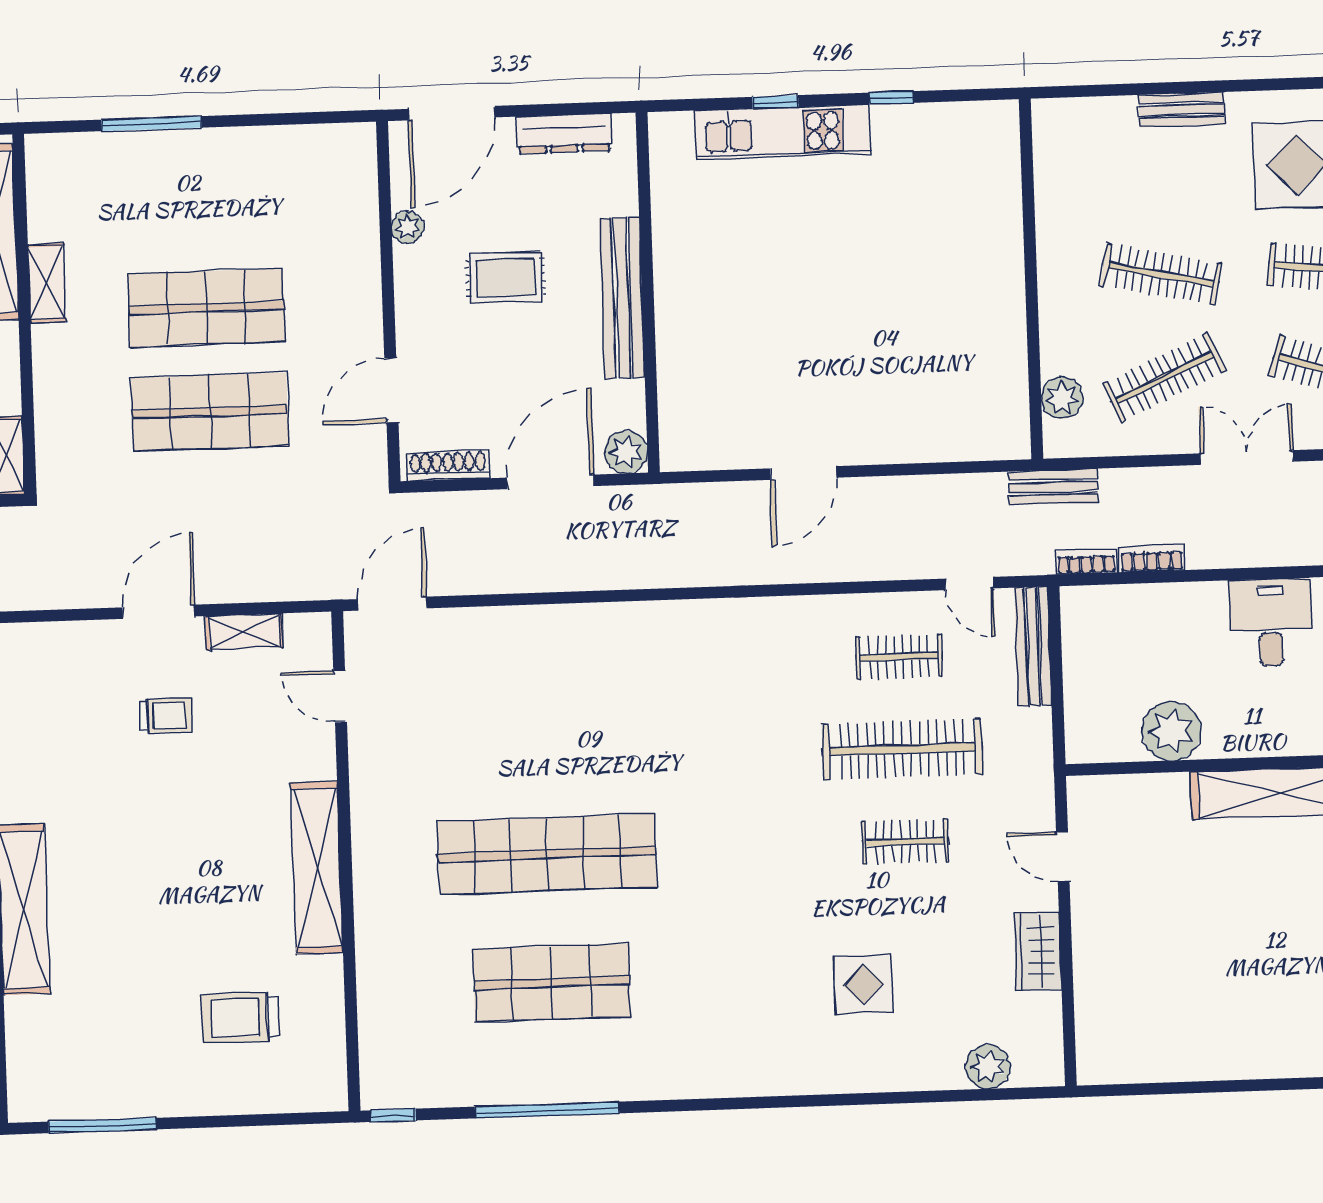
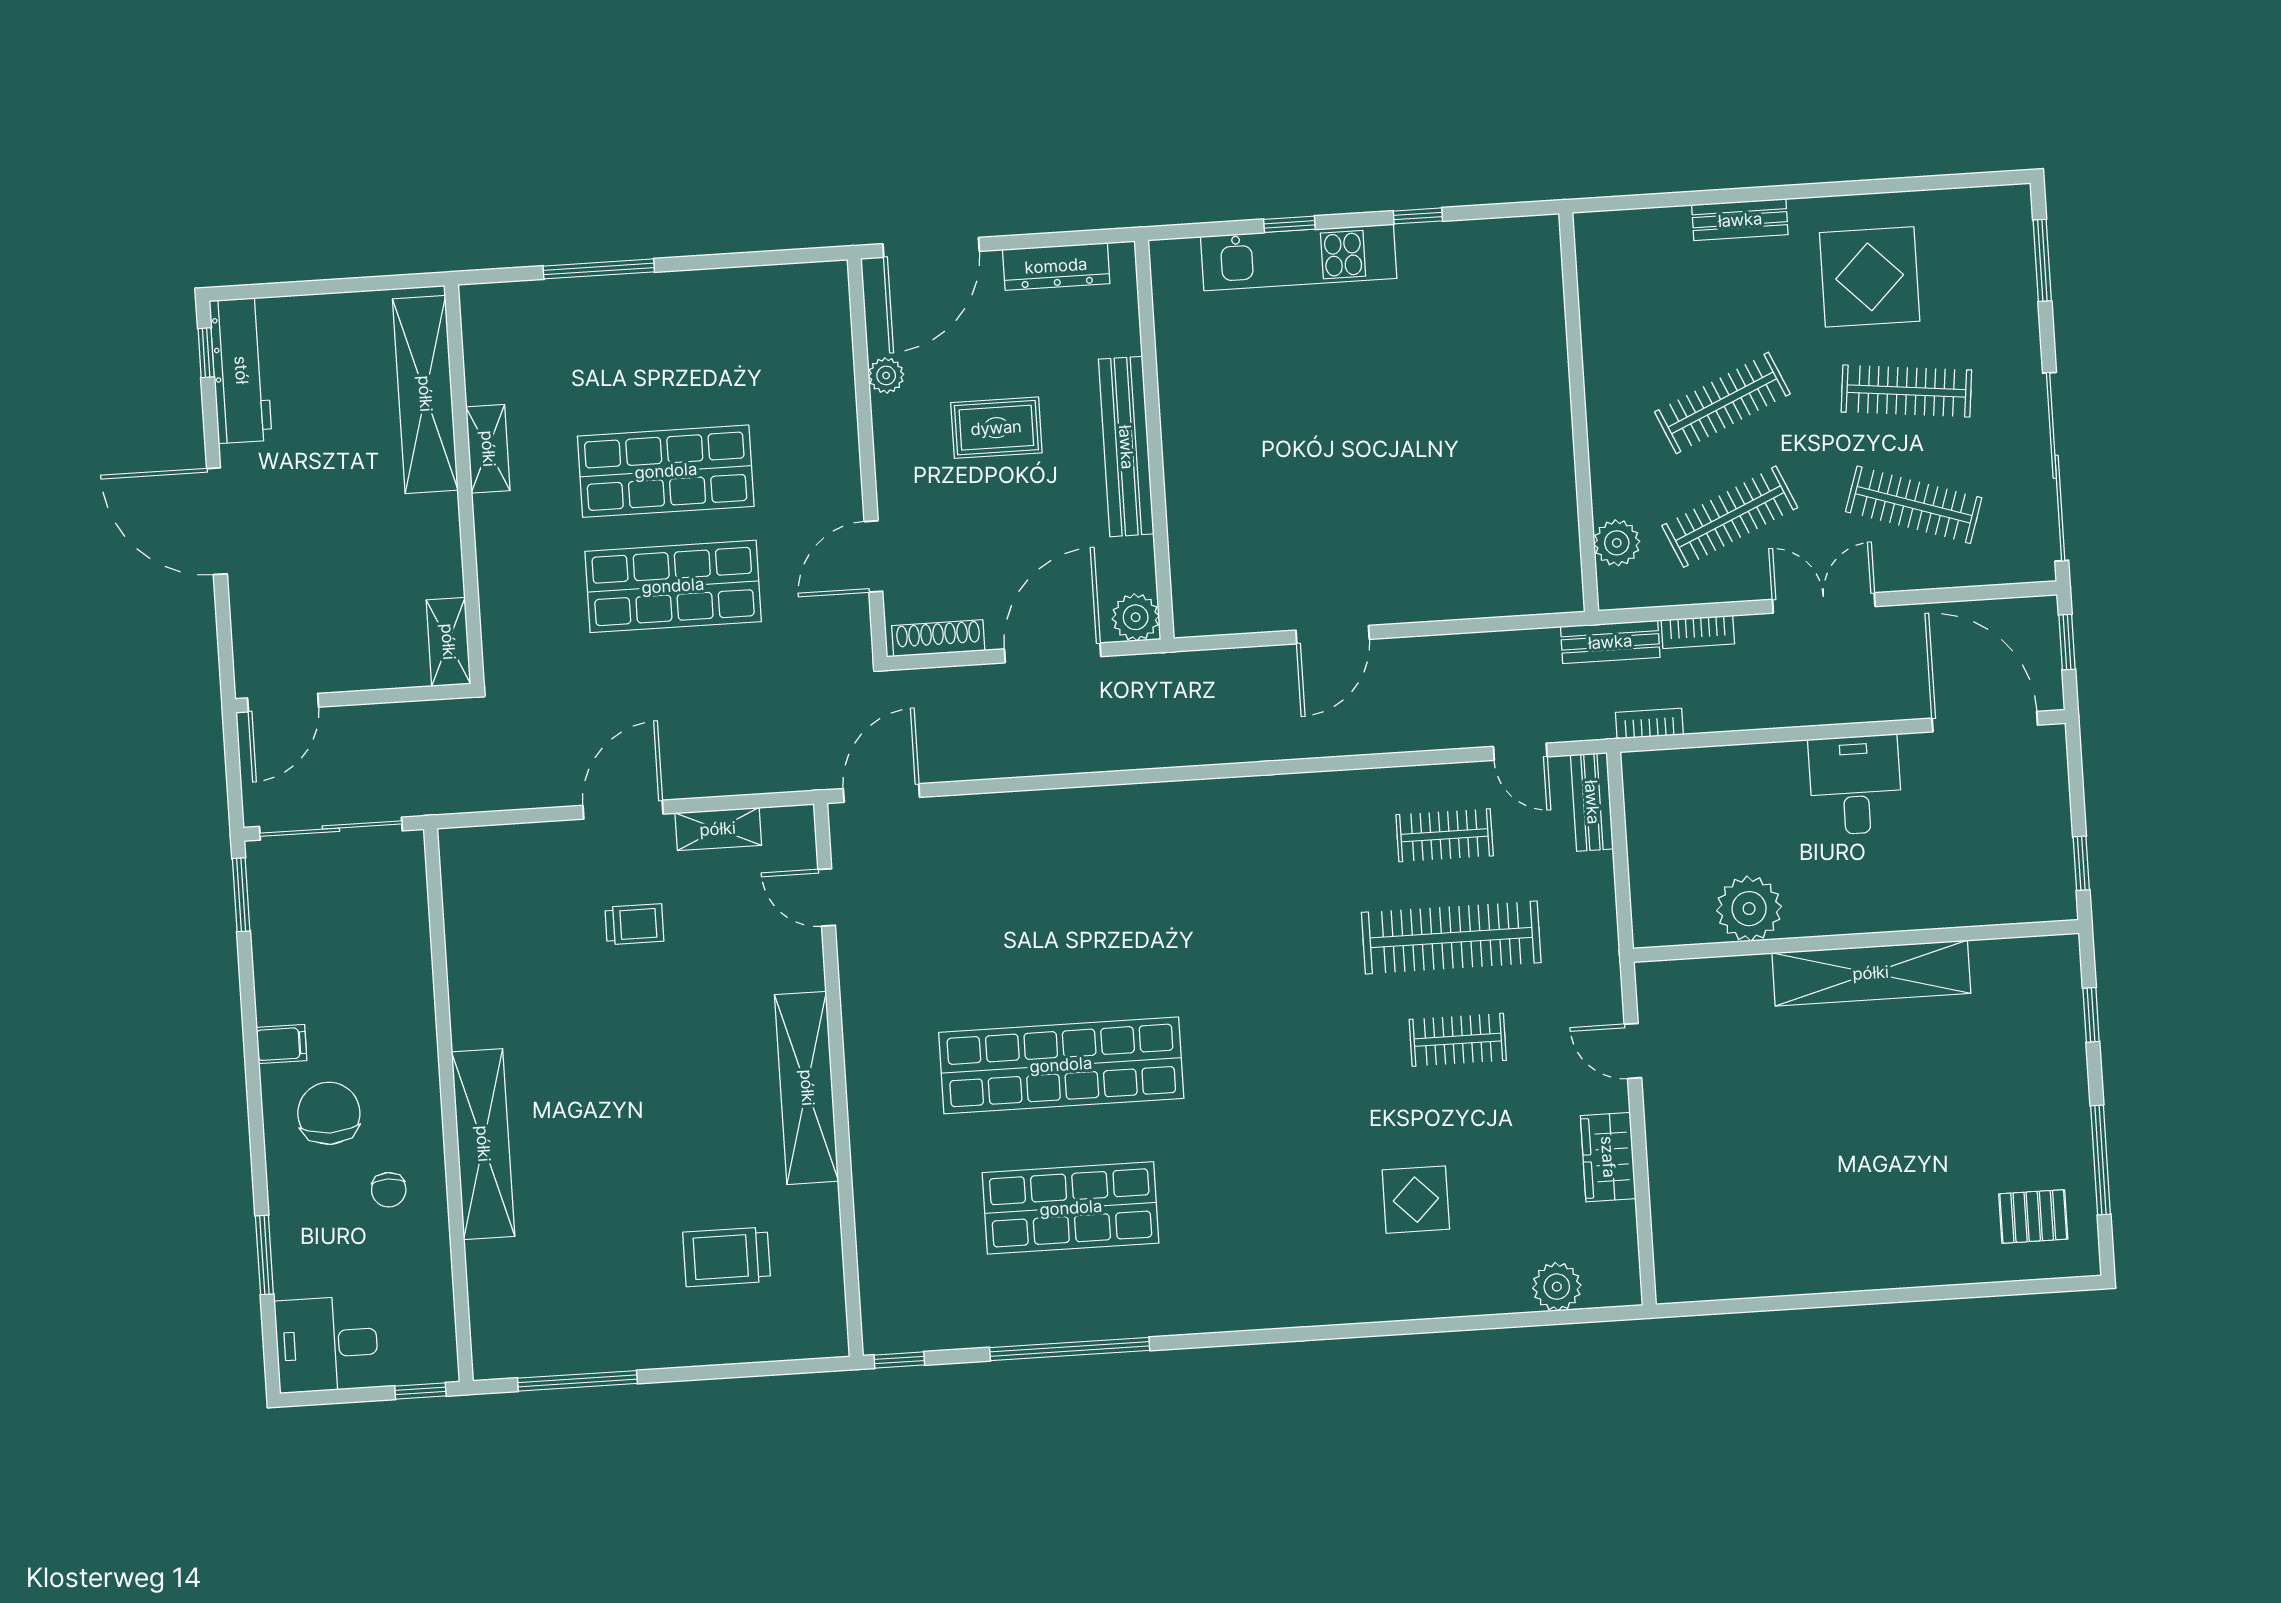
clothes rail: (1161, 274) -> (1722, 403), turned -36
bookcase: (1152, 558) -> (1698, 632), moved, turned 180
bench: (1033, 647) -> (1592, 802), width x0.73

